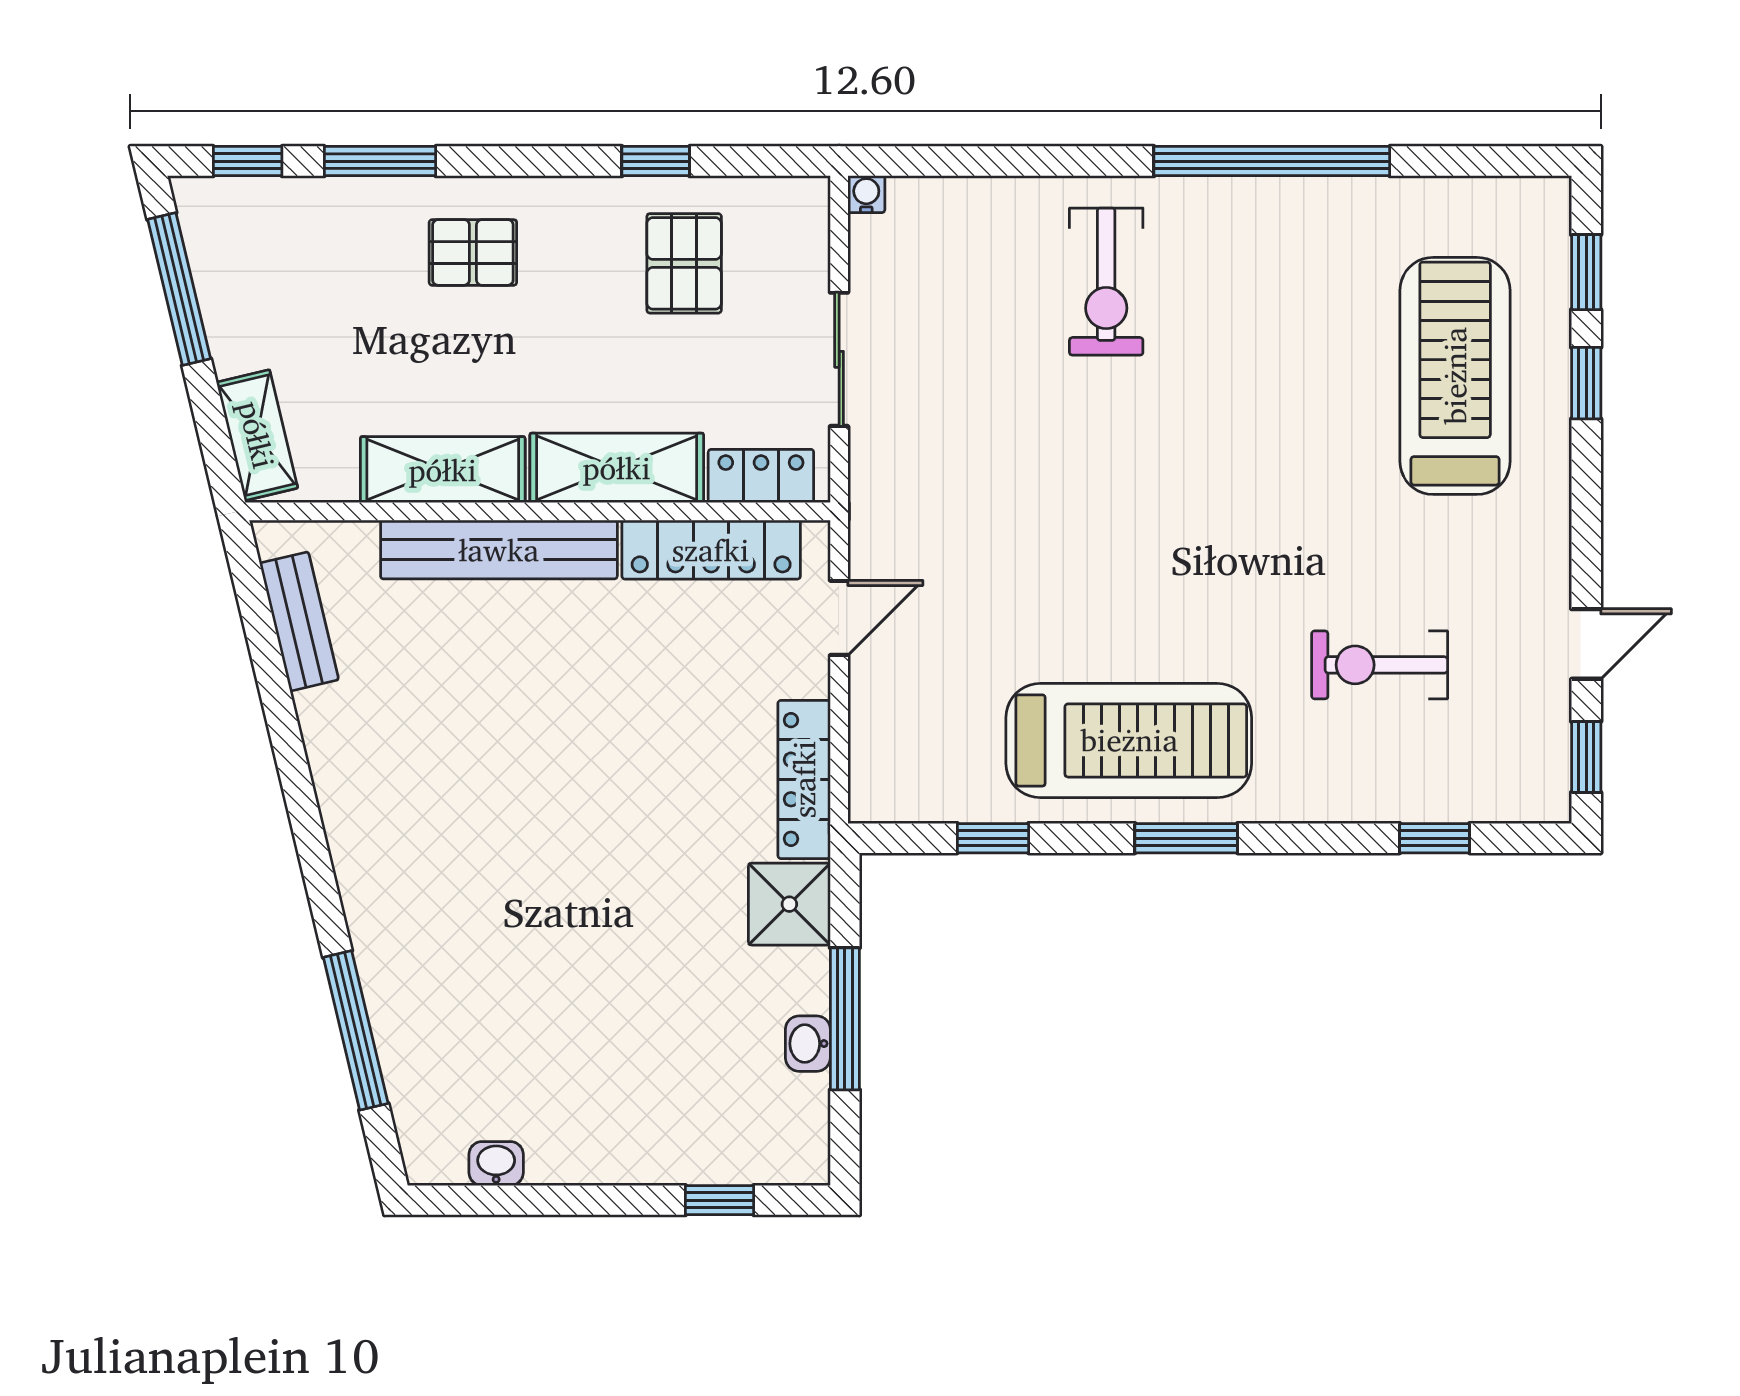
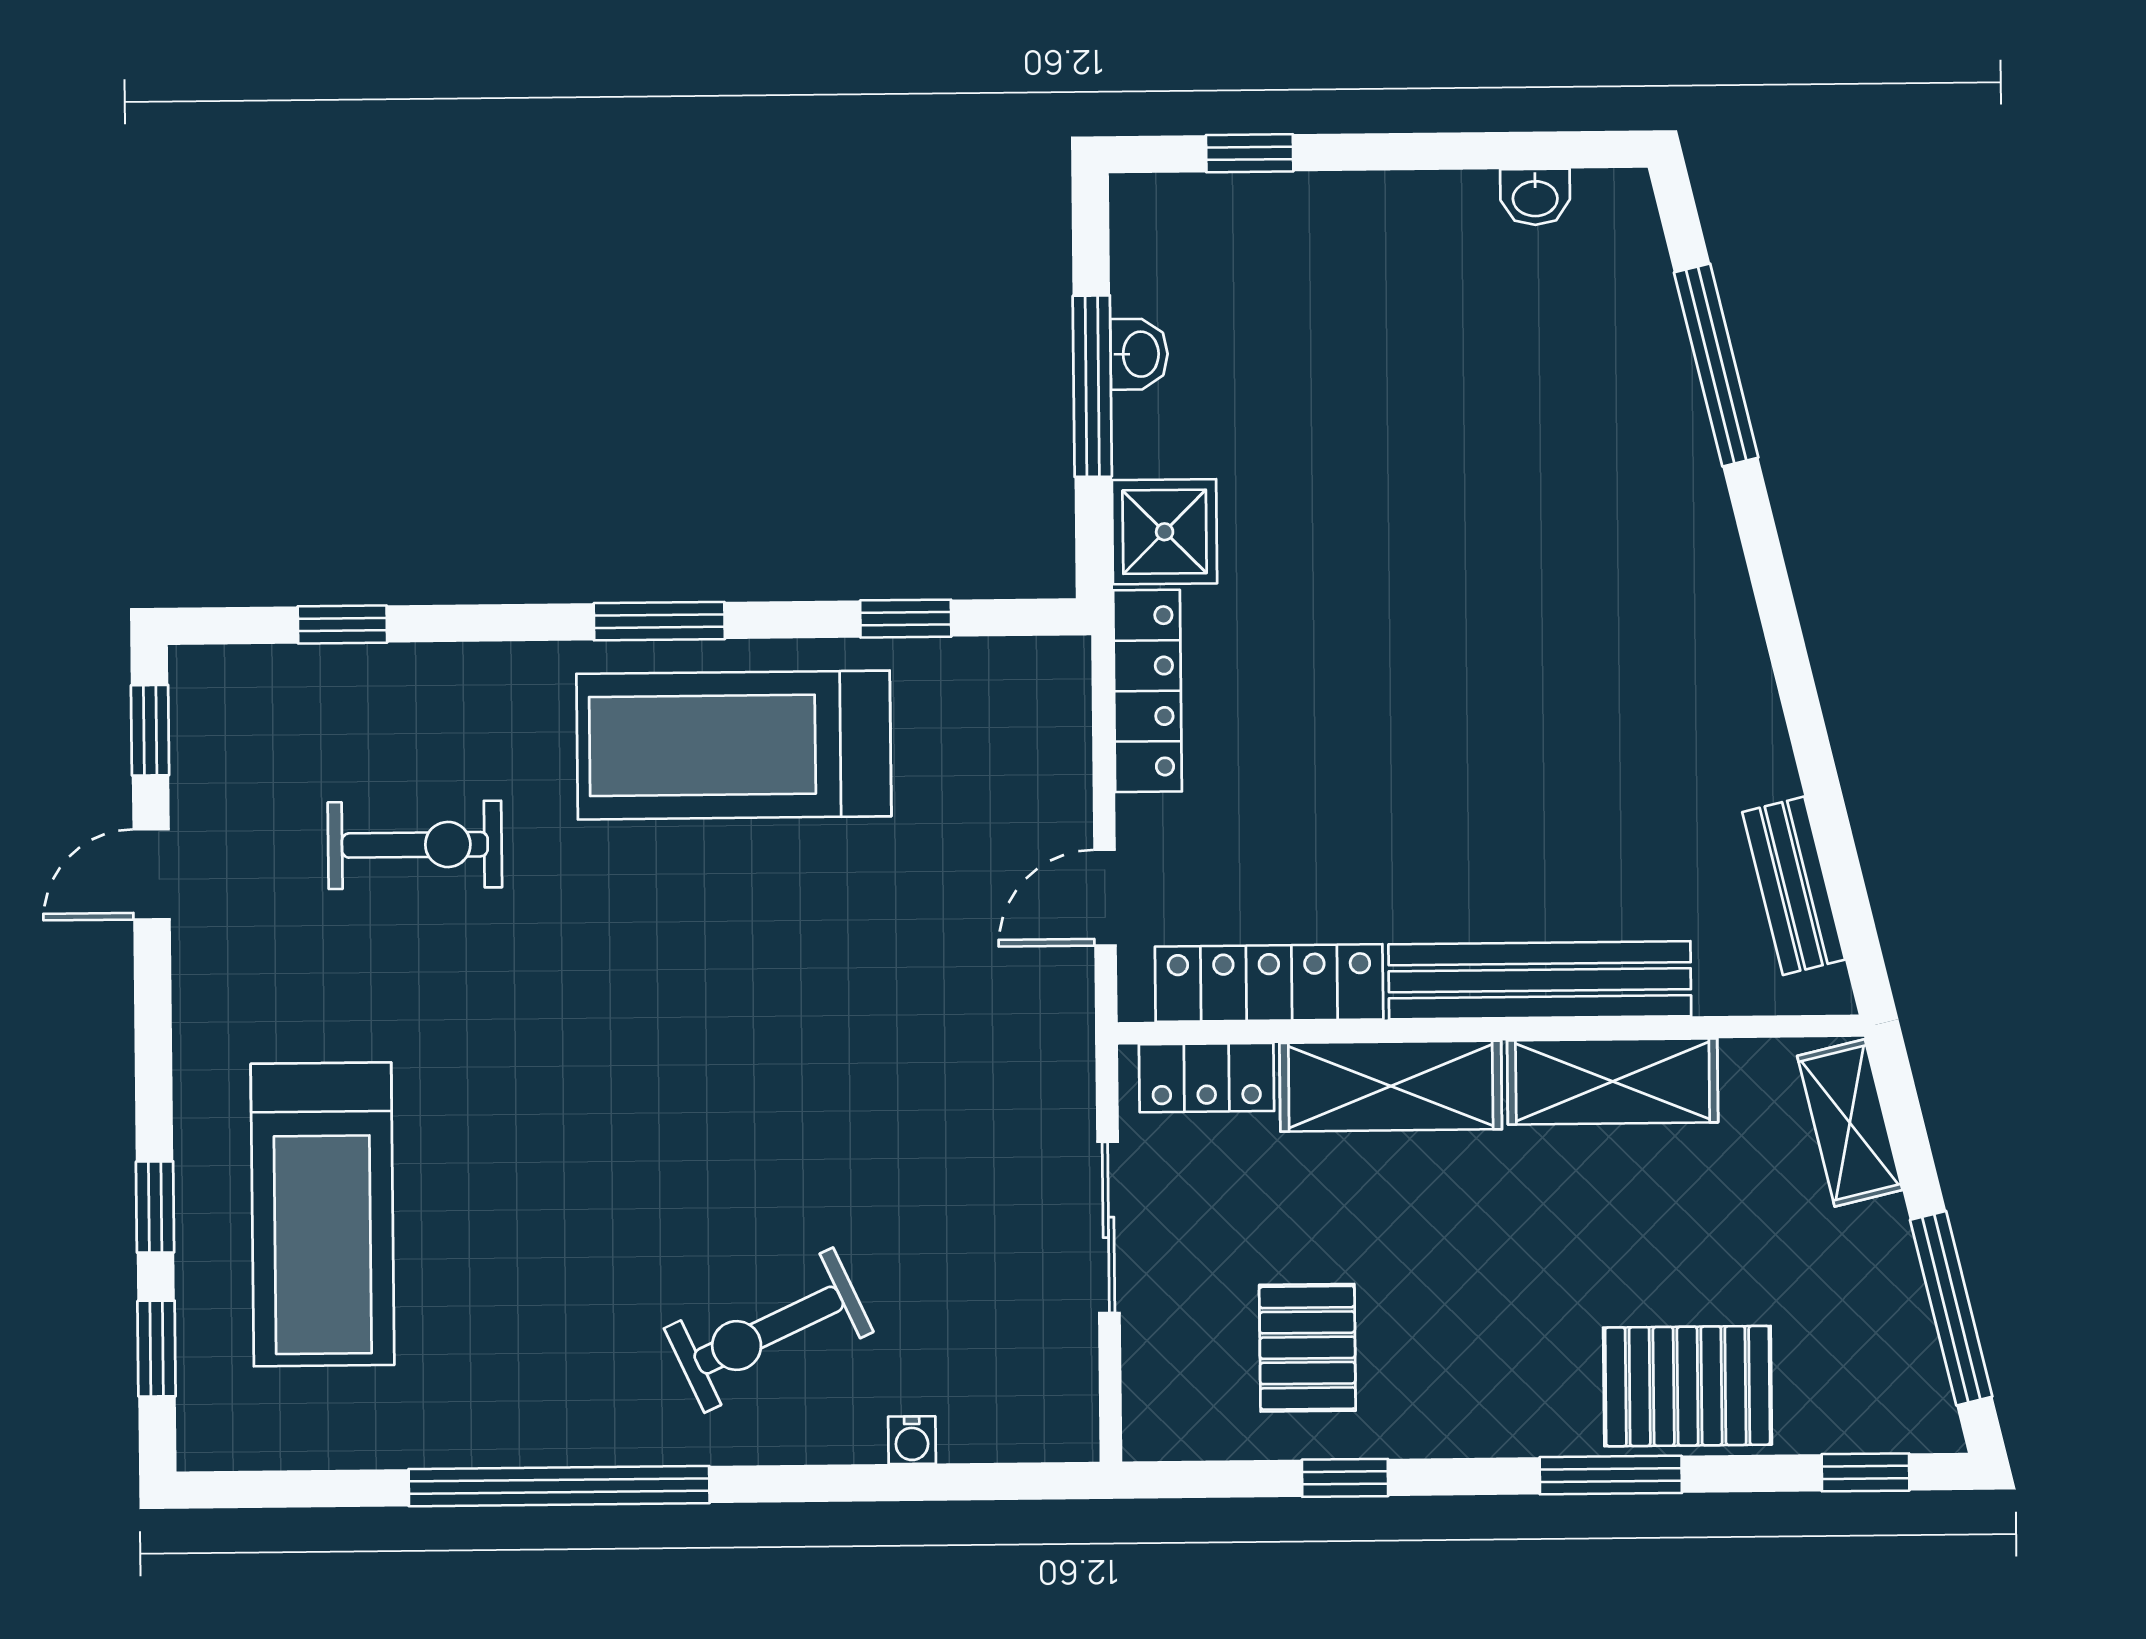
window: (380, 161) -> (1611, 1475), moved
water cooler: (866, 194) -> (912, 1440), moved
pallet: (473, 252) -> (1688, 1386), moved, width x1.50, depth x1.42
exercise bike: (1106, 282) -> (769, 1330), turned -115

